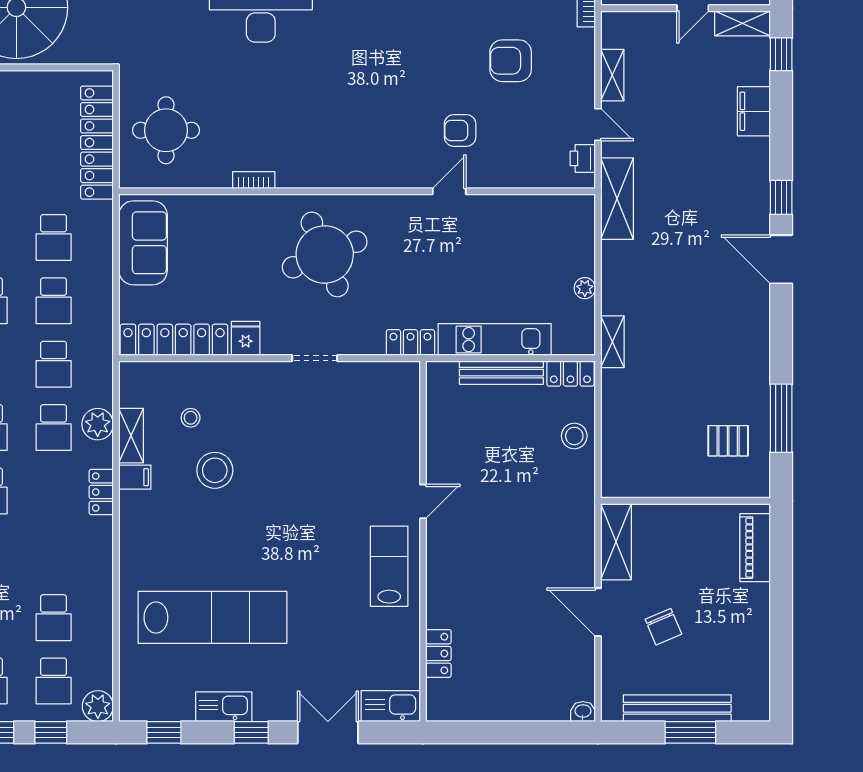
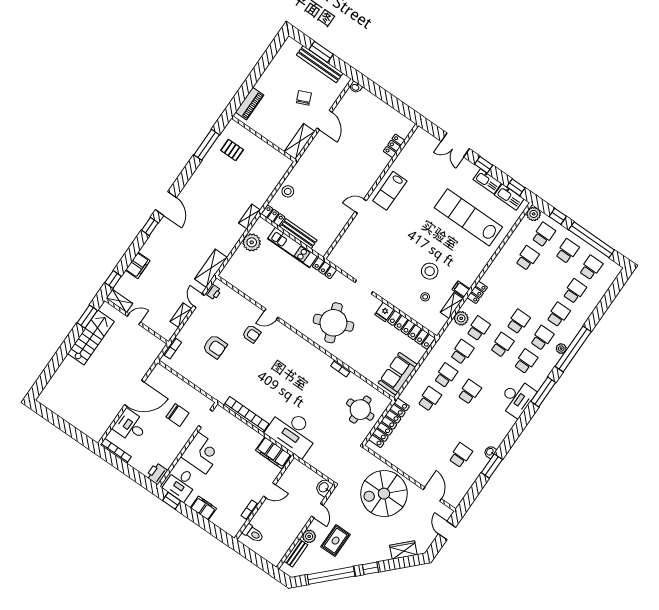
plant: (585, 288) -> (252, 242), width x1.87, depth x1.87
kitchen sink: (391, 706) -> (509, 197), moved

